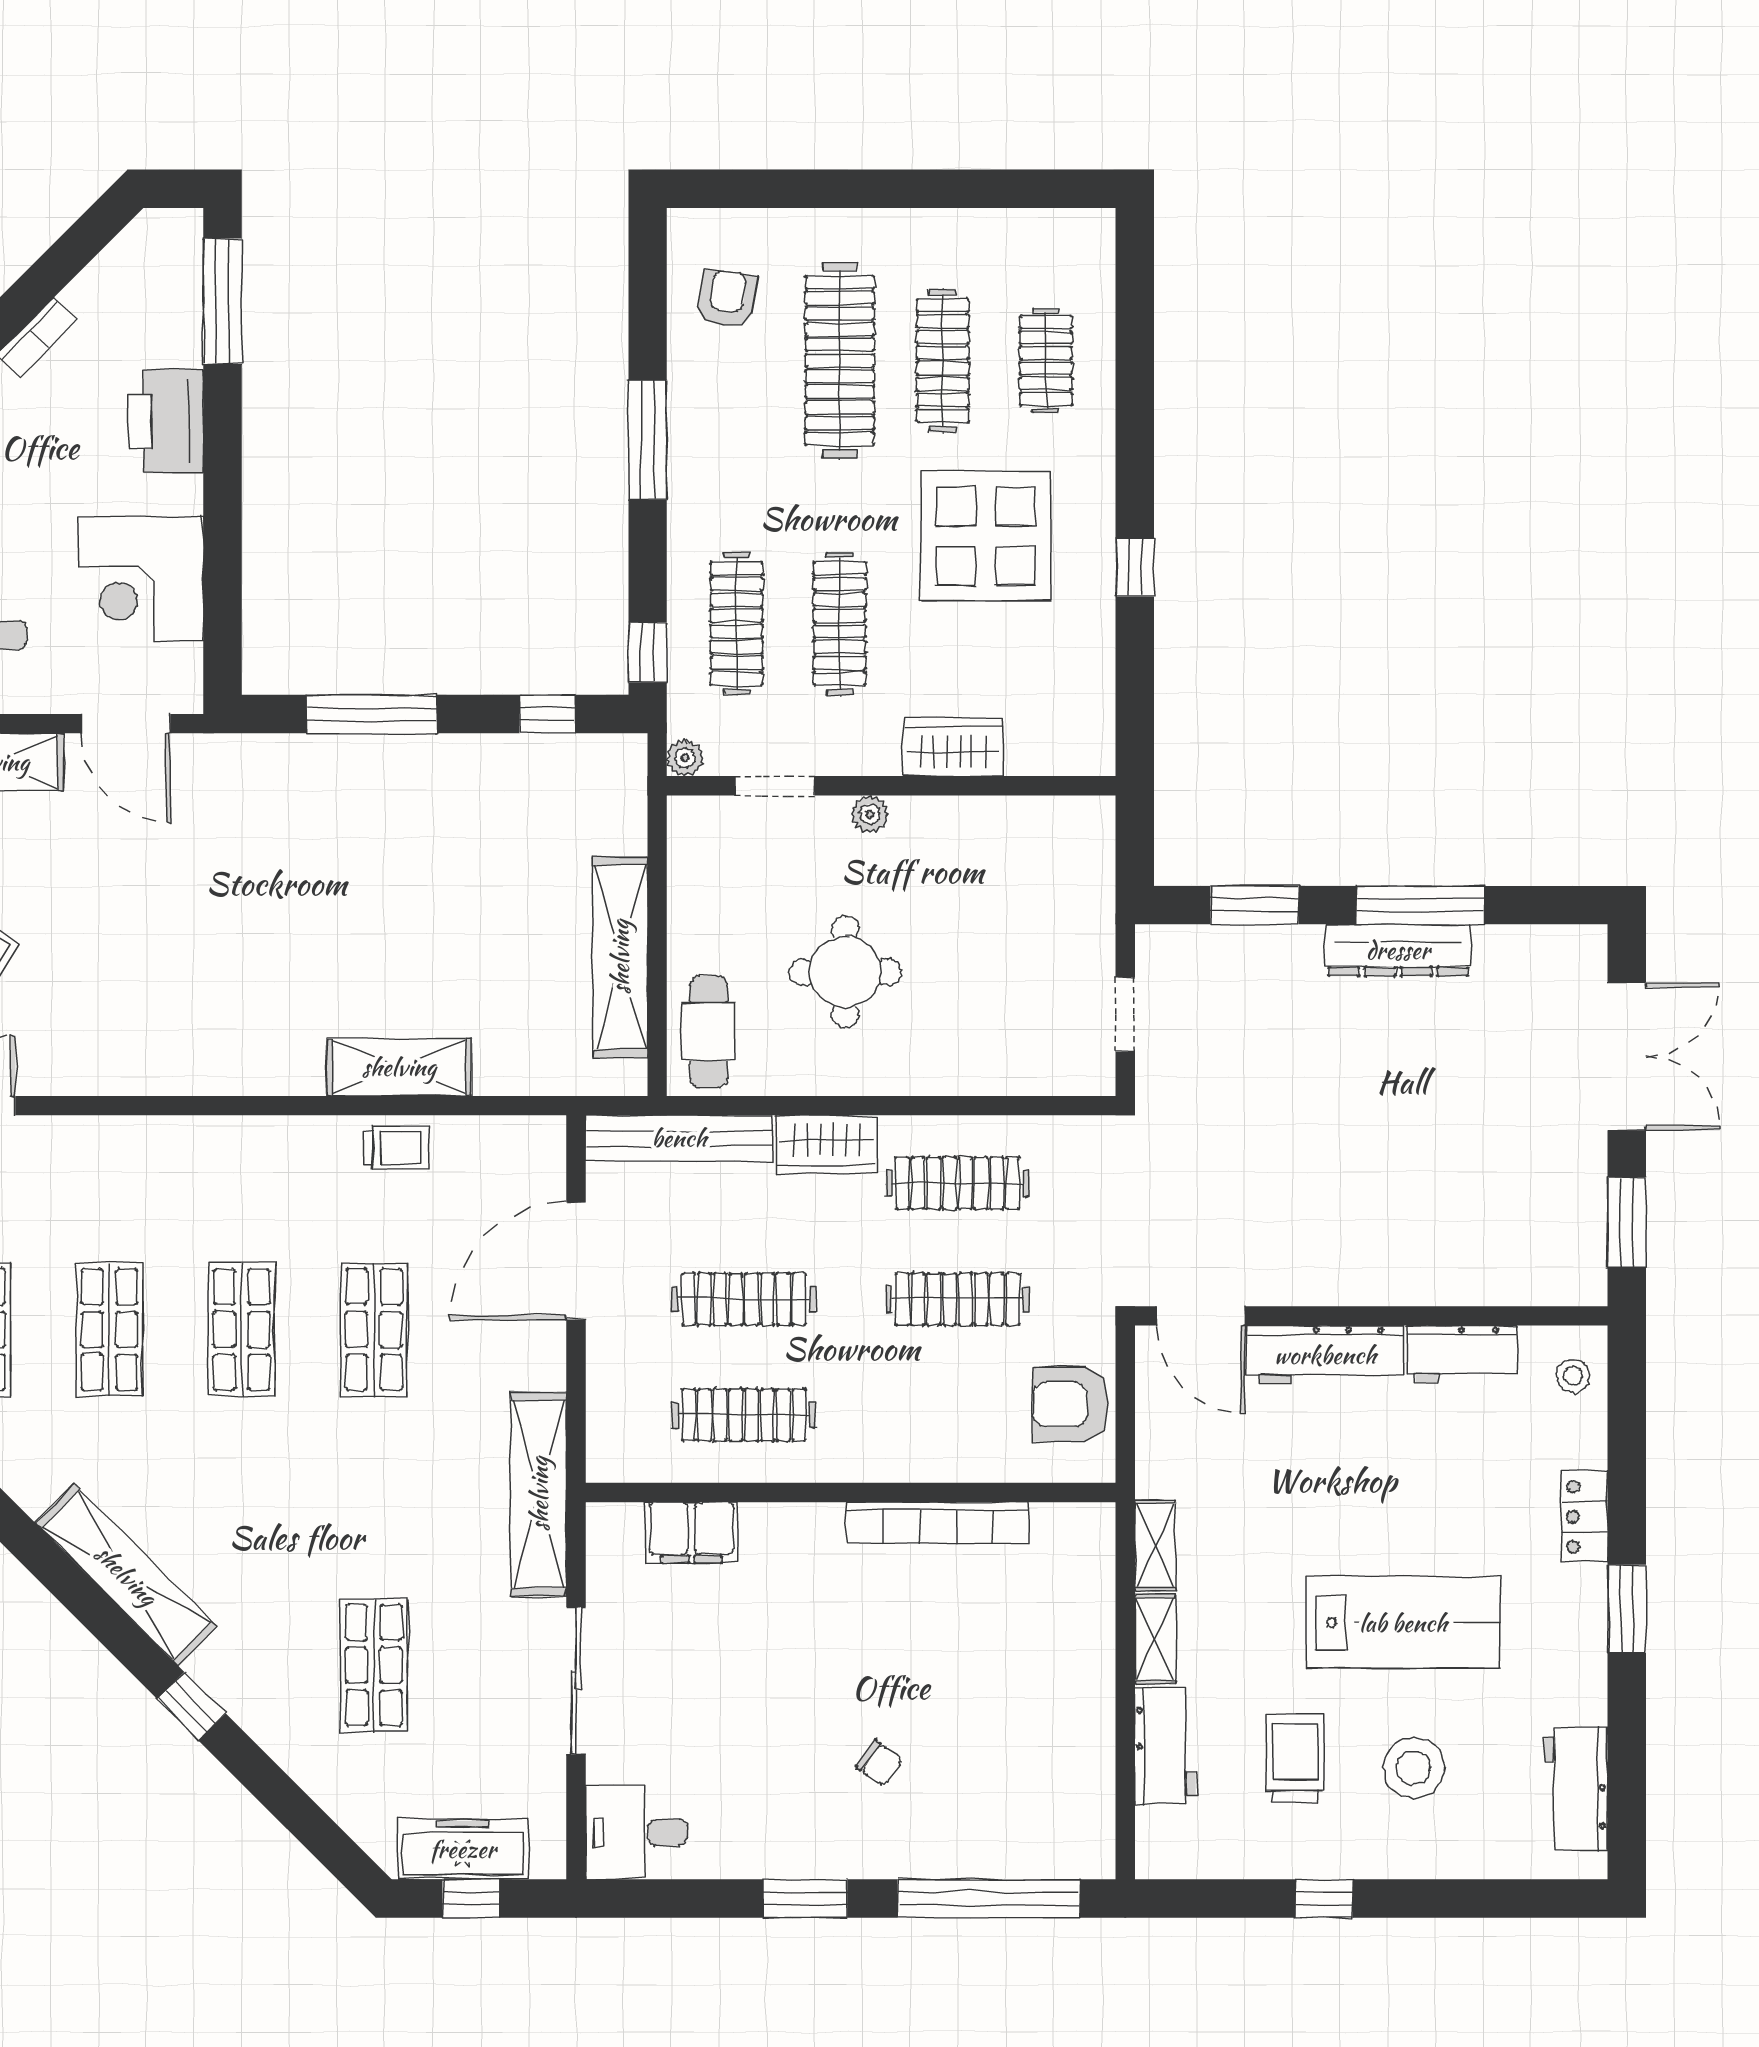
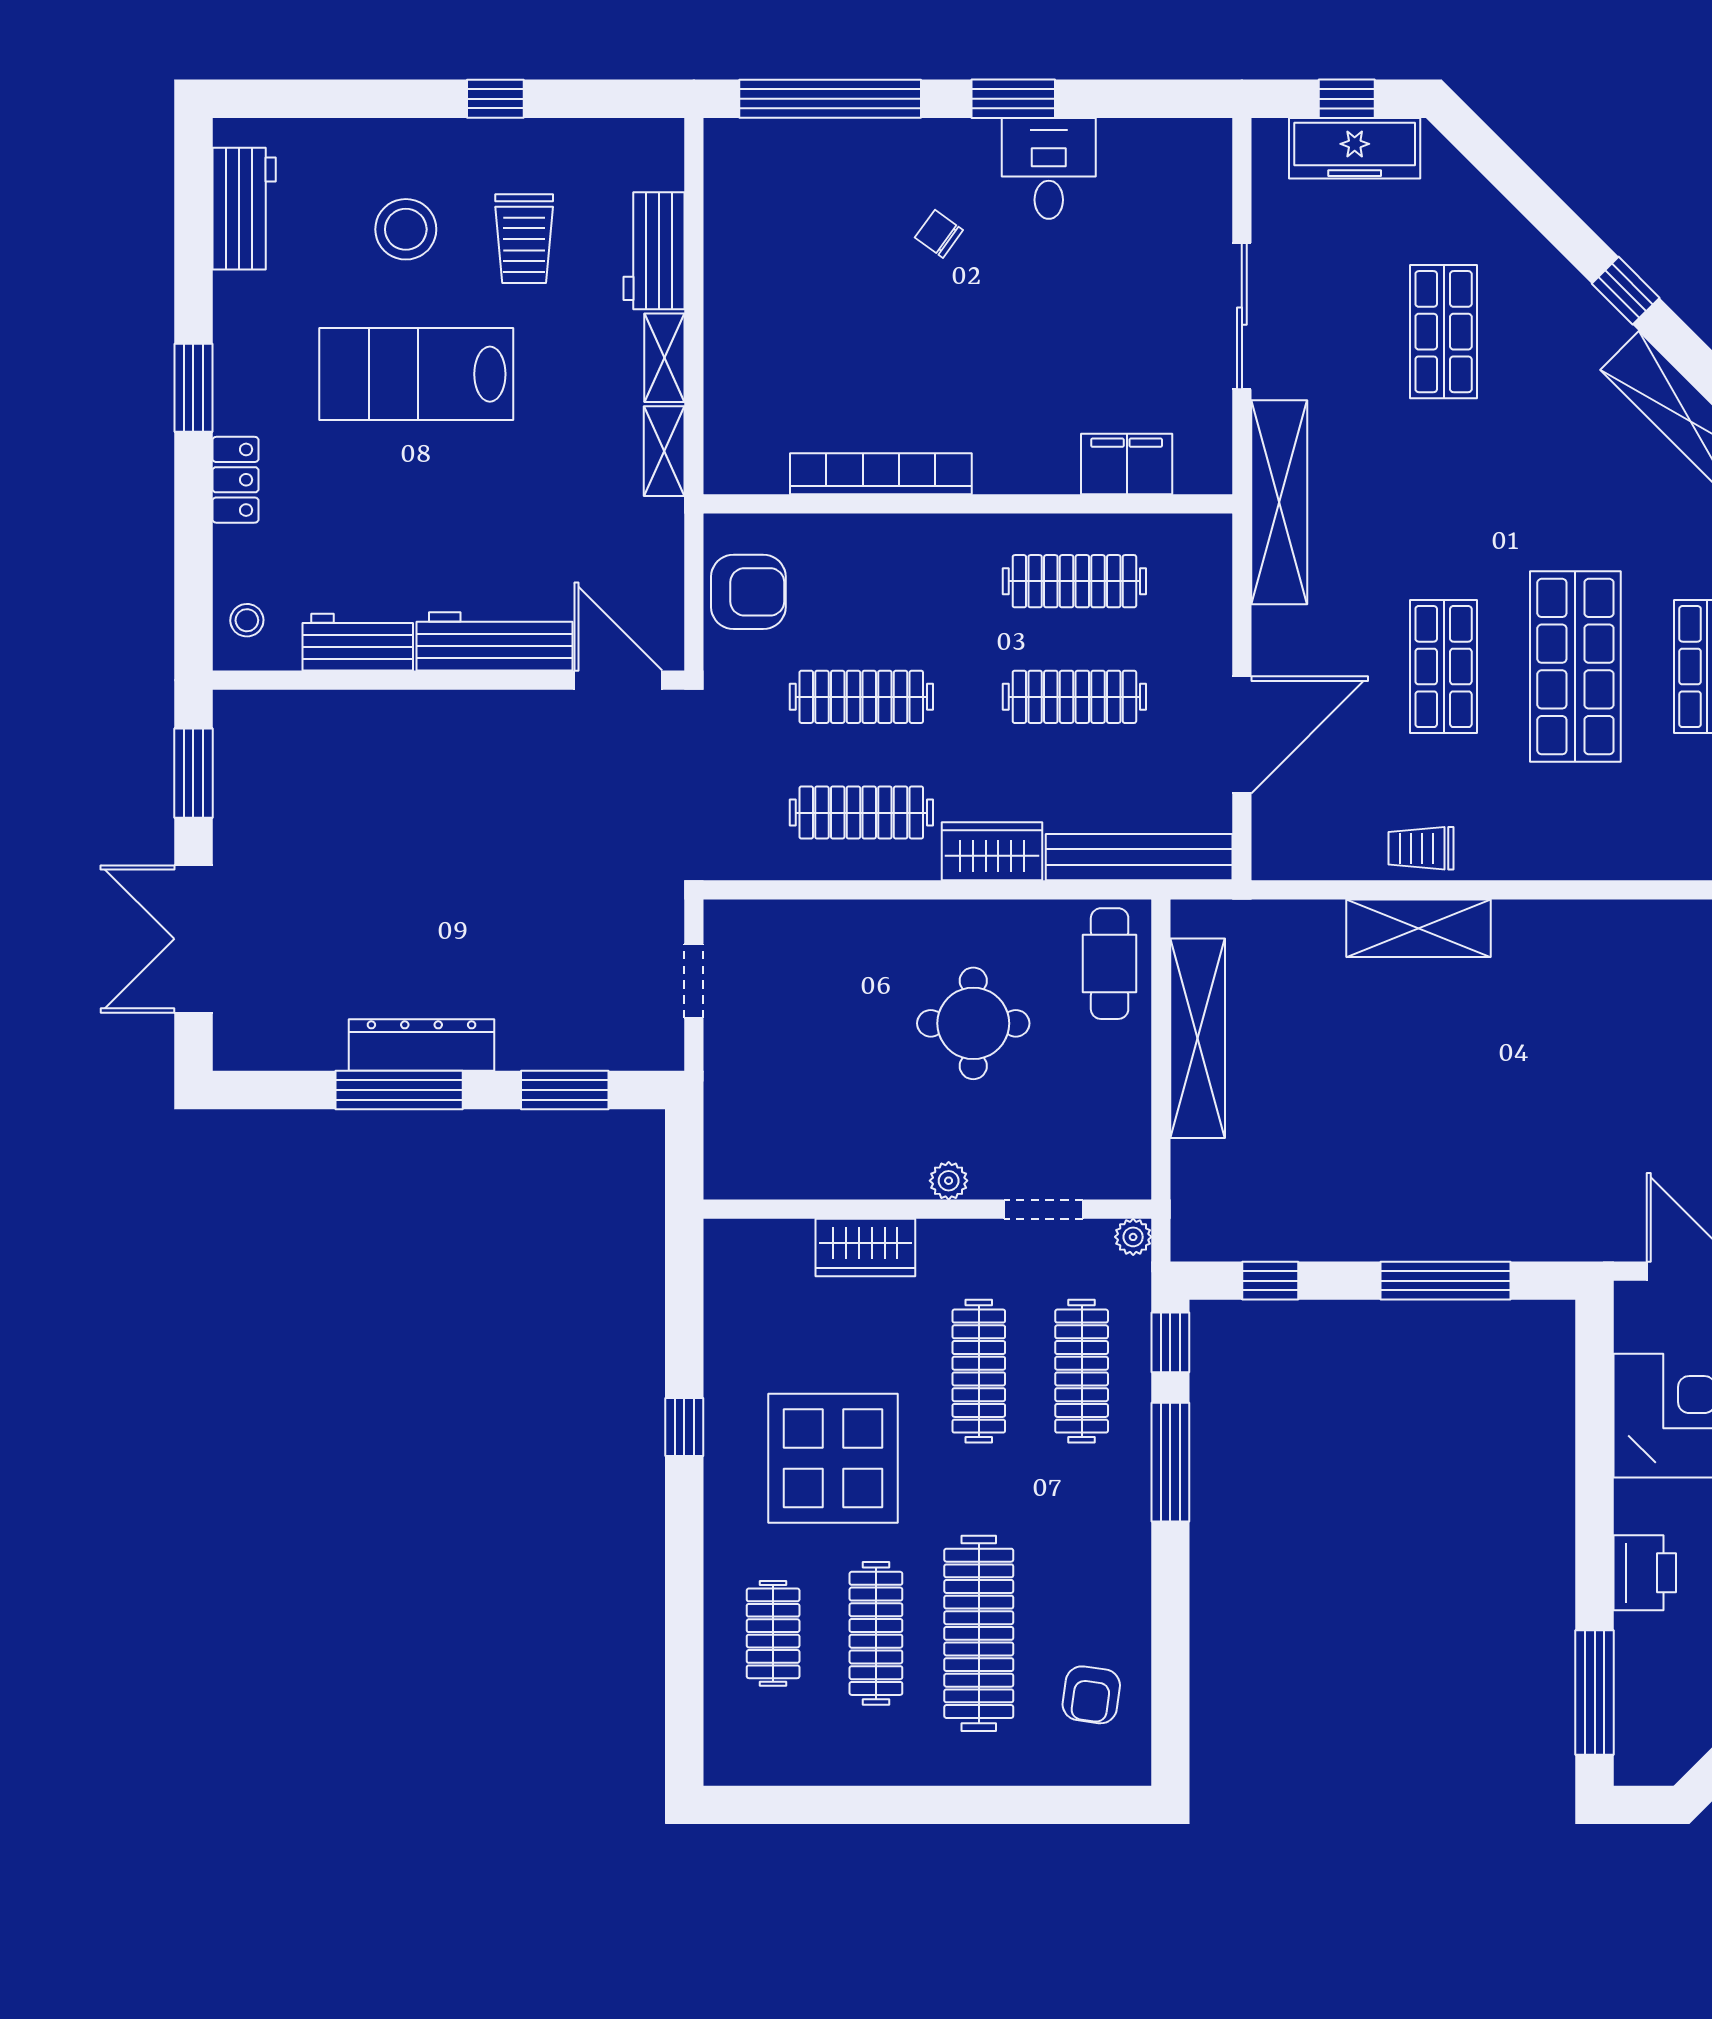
printer: (166, 421) -> (1645, 1573), width x0.73, depth x0.84
window: (648, 440) -> (1170, 1462), moved
shop shelf: (242, 1330) -> (1575, 667), width x1.43, depth x1.36
desk: (636, 1832) -> (1049, 168), moved, turned -90

